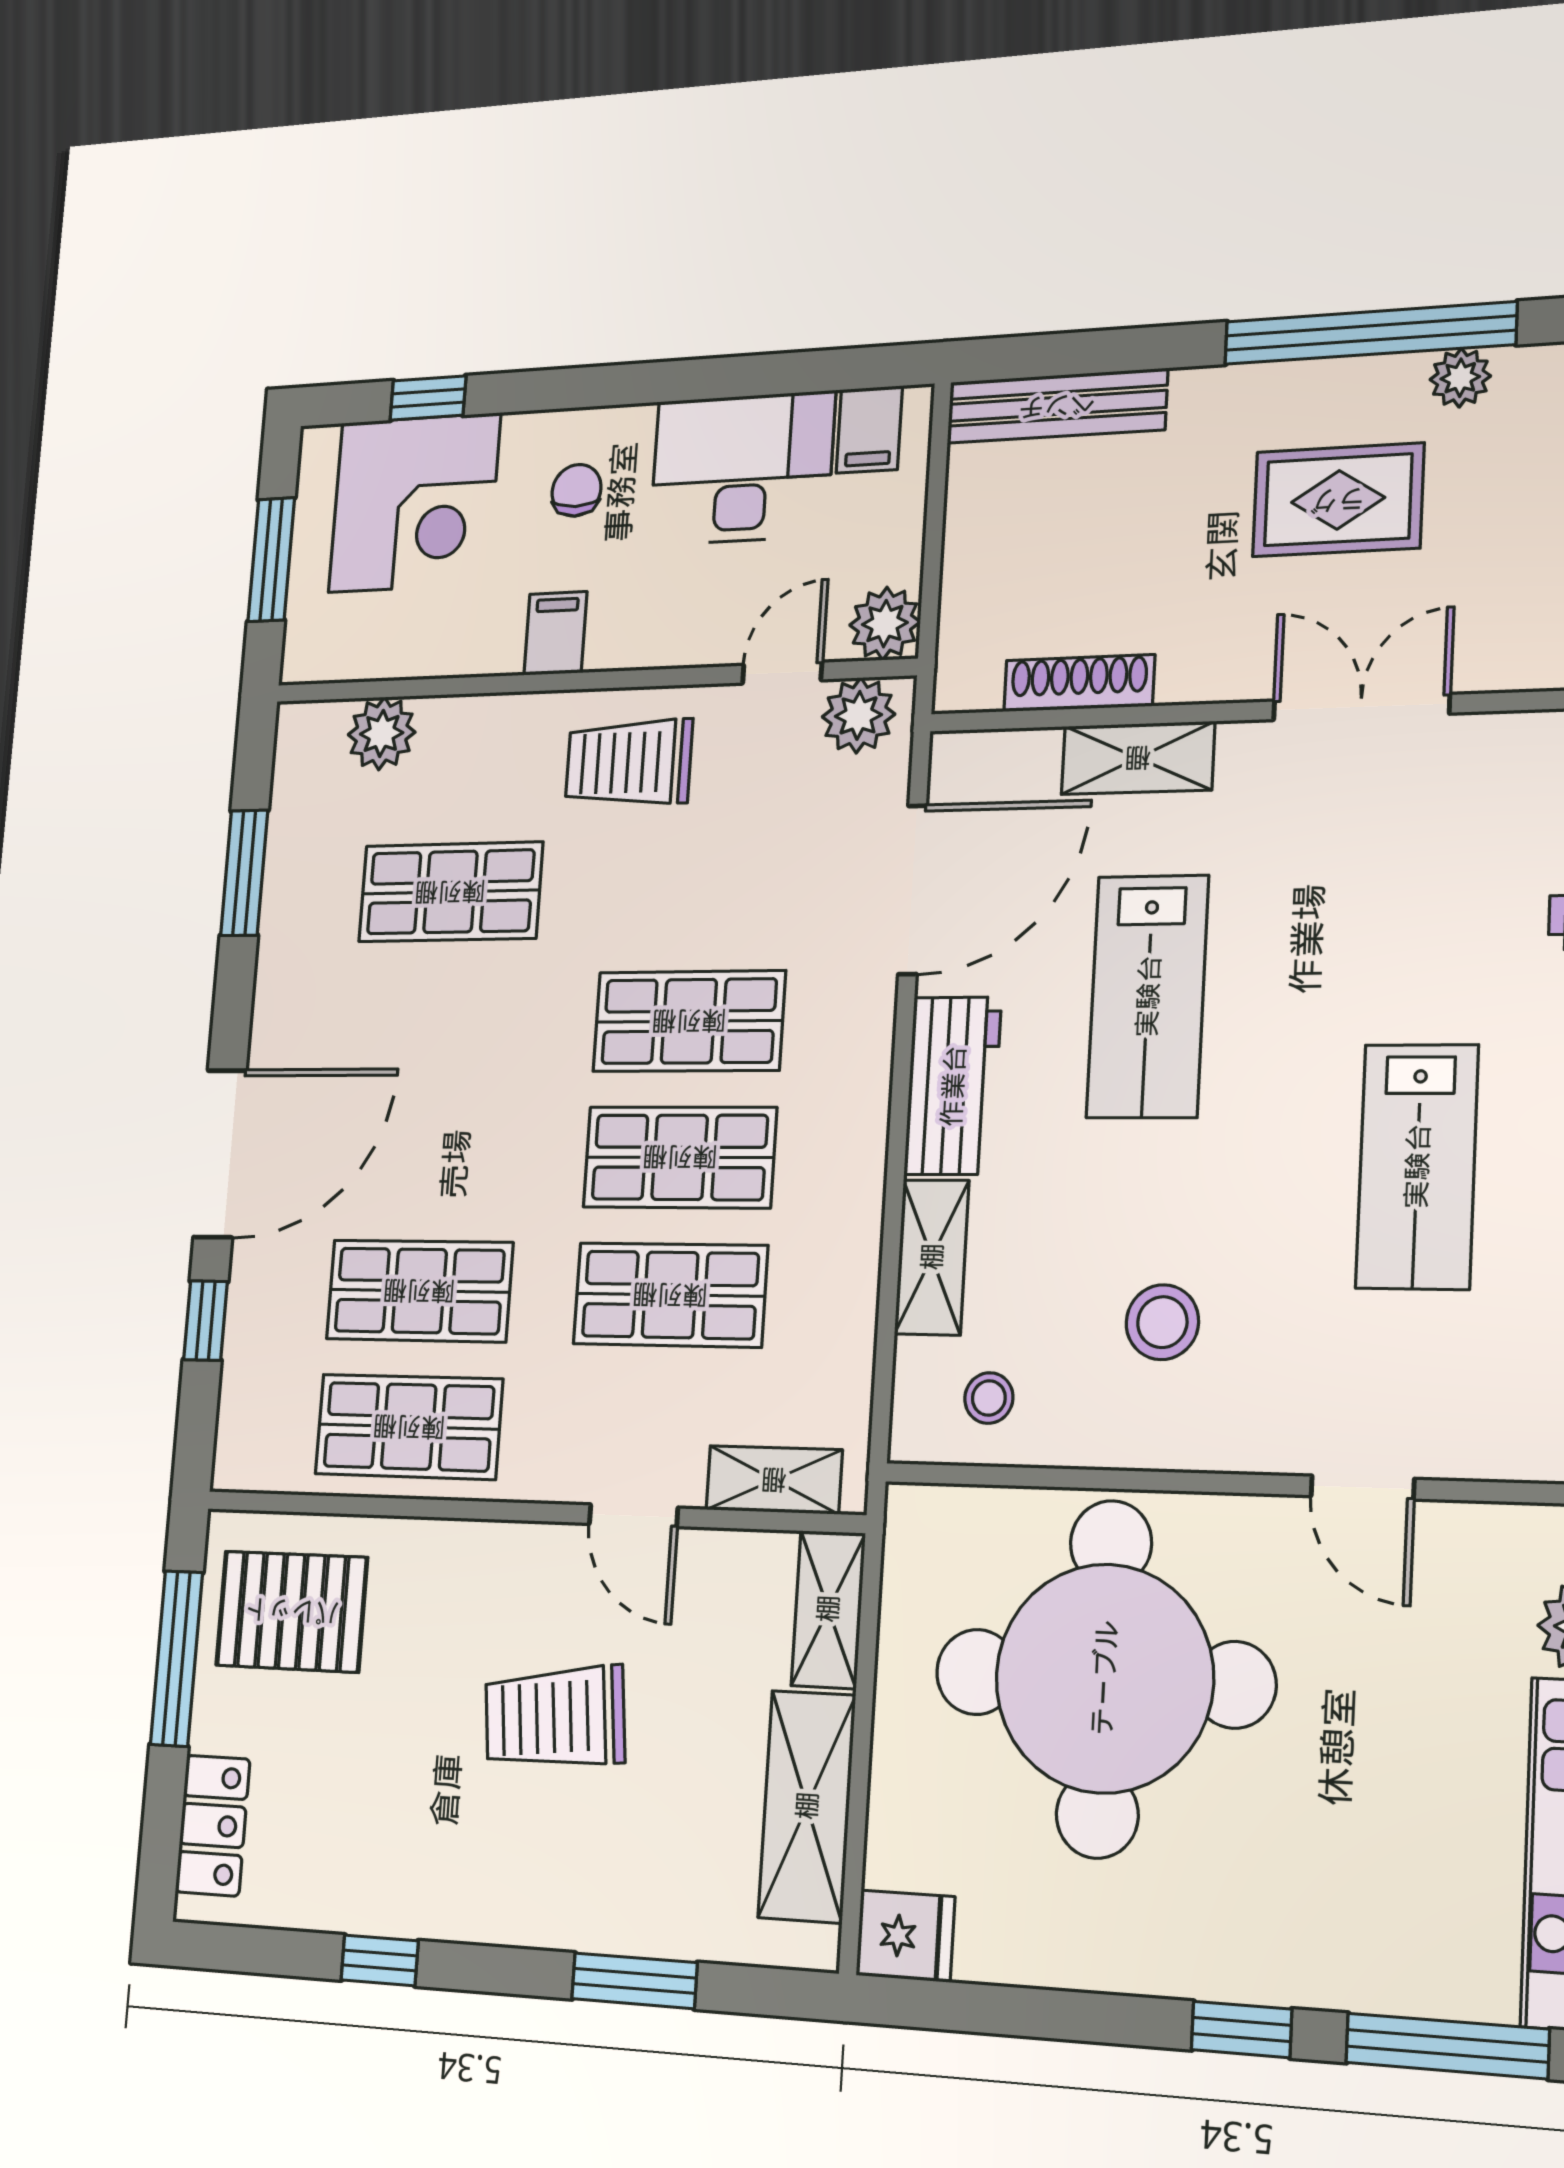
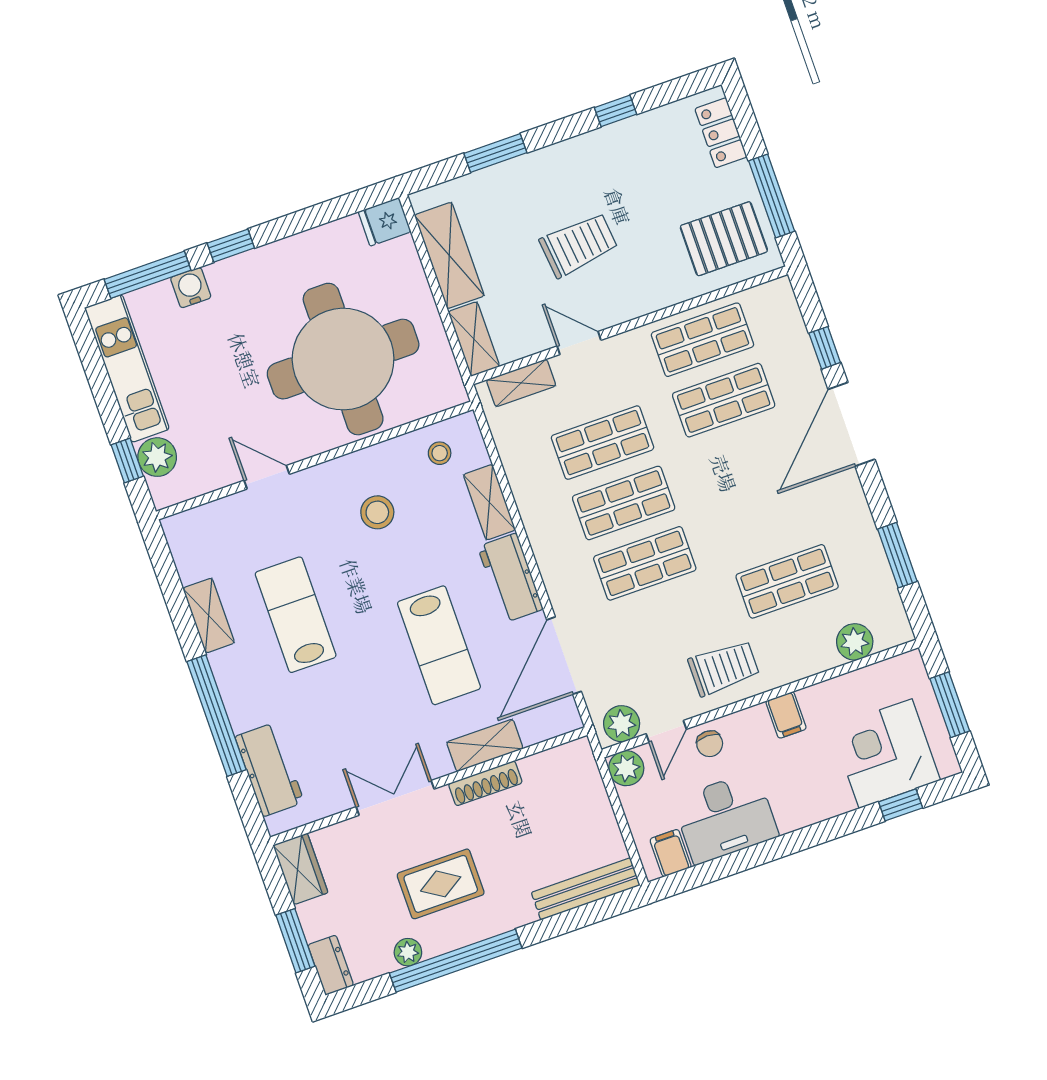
chair: (577, 490) -> (710, 744), moved
shoe rack: (1079, 683) -> (485, 783), moved
double door: (1361, 707) -> (395, 798), swing flipped
lab bench: (1148, 996) -> (439, 645), turned 180
water cooler: (1364, 1975) -> (191, 288), added

